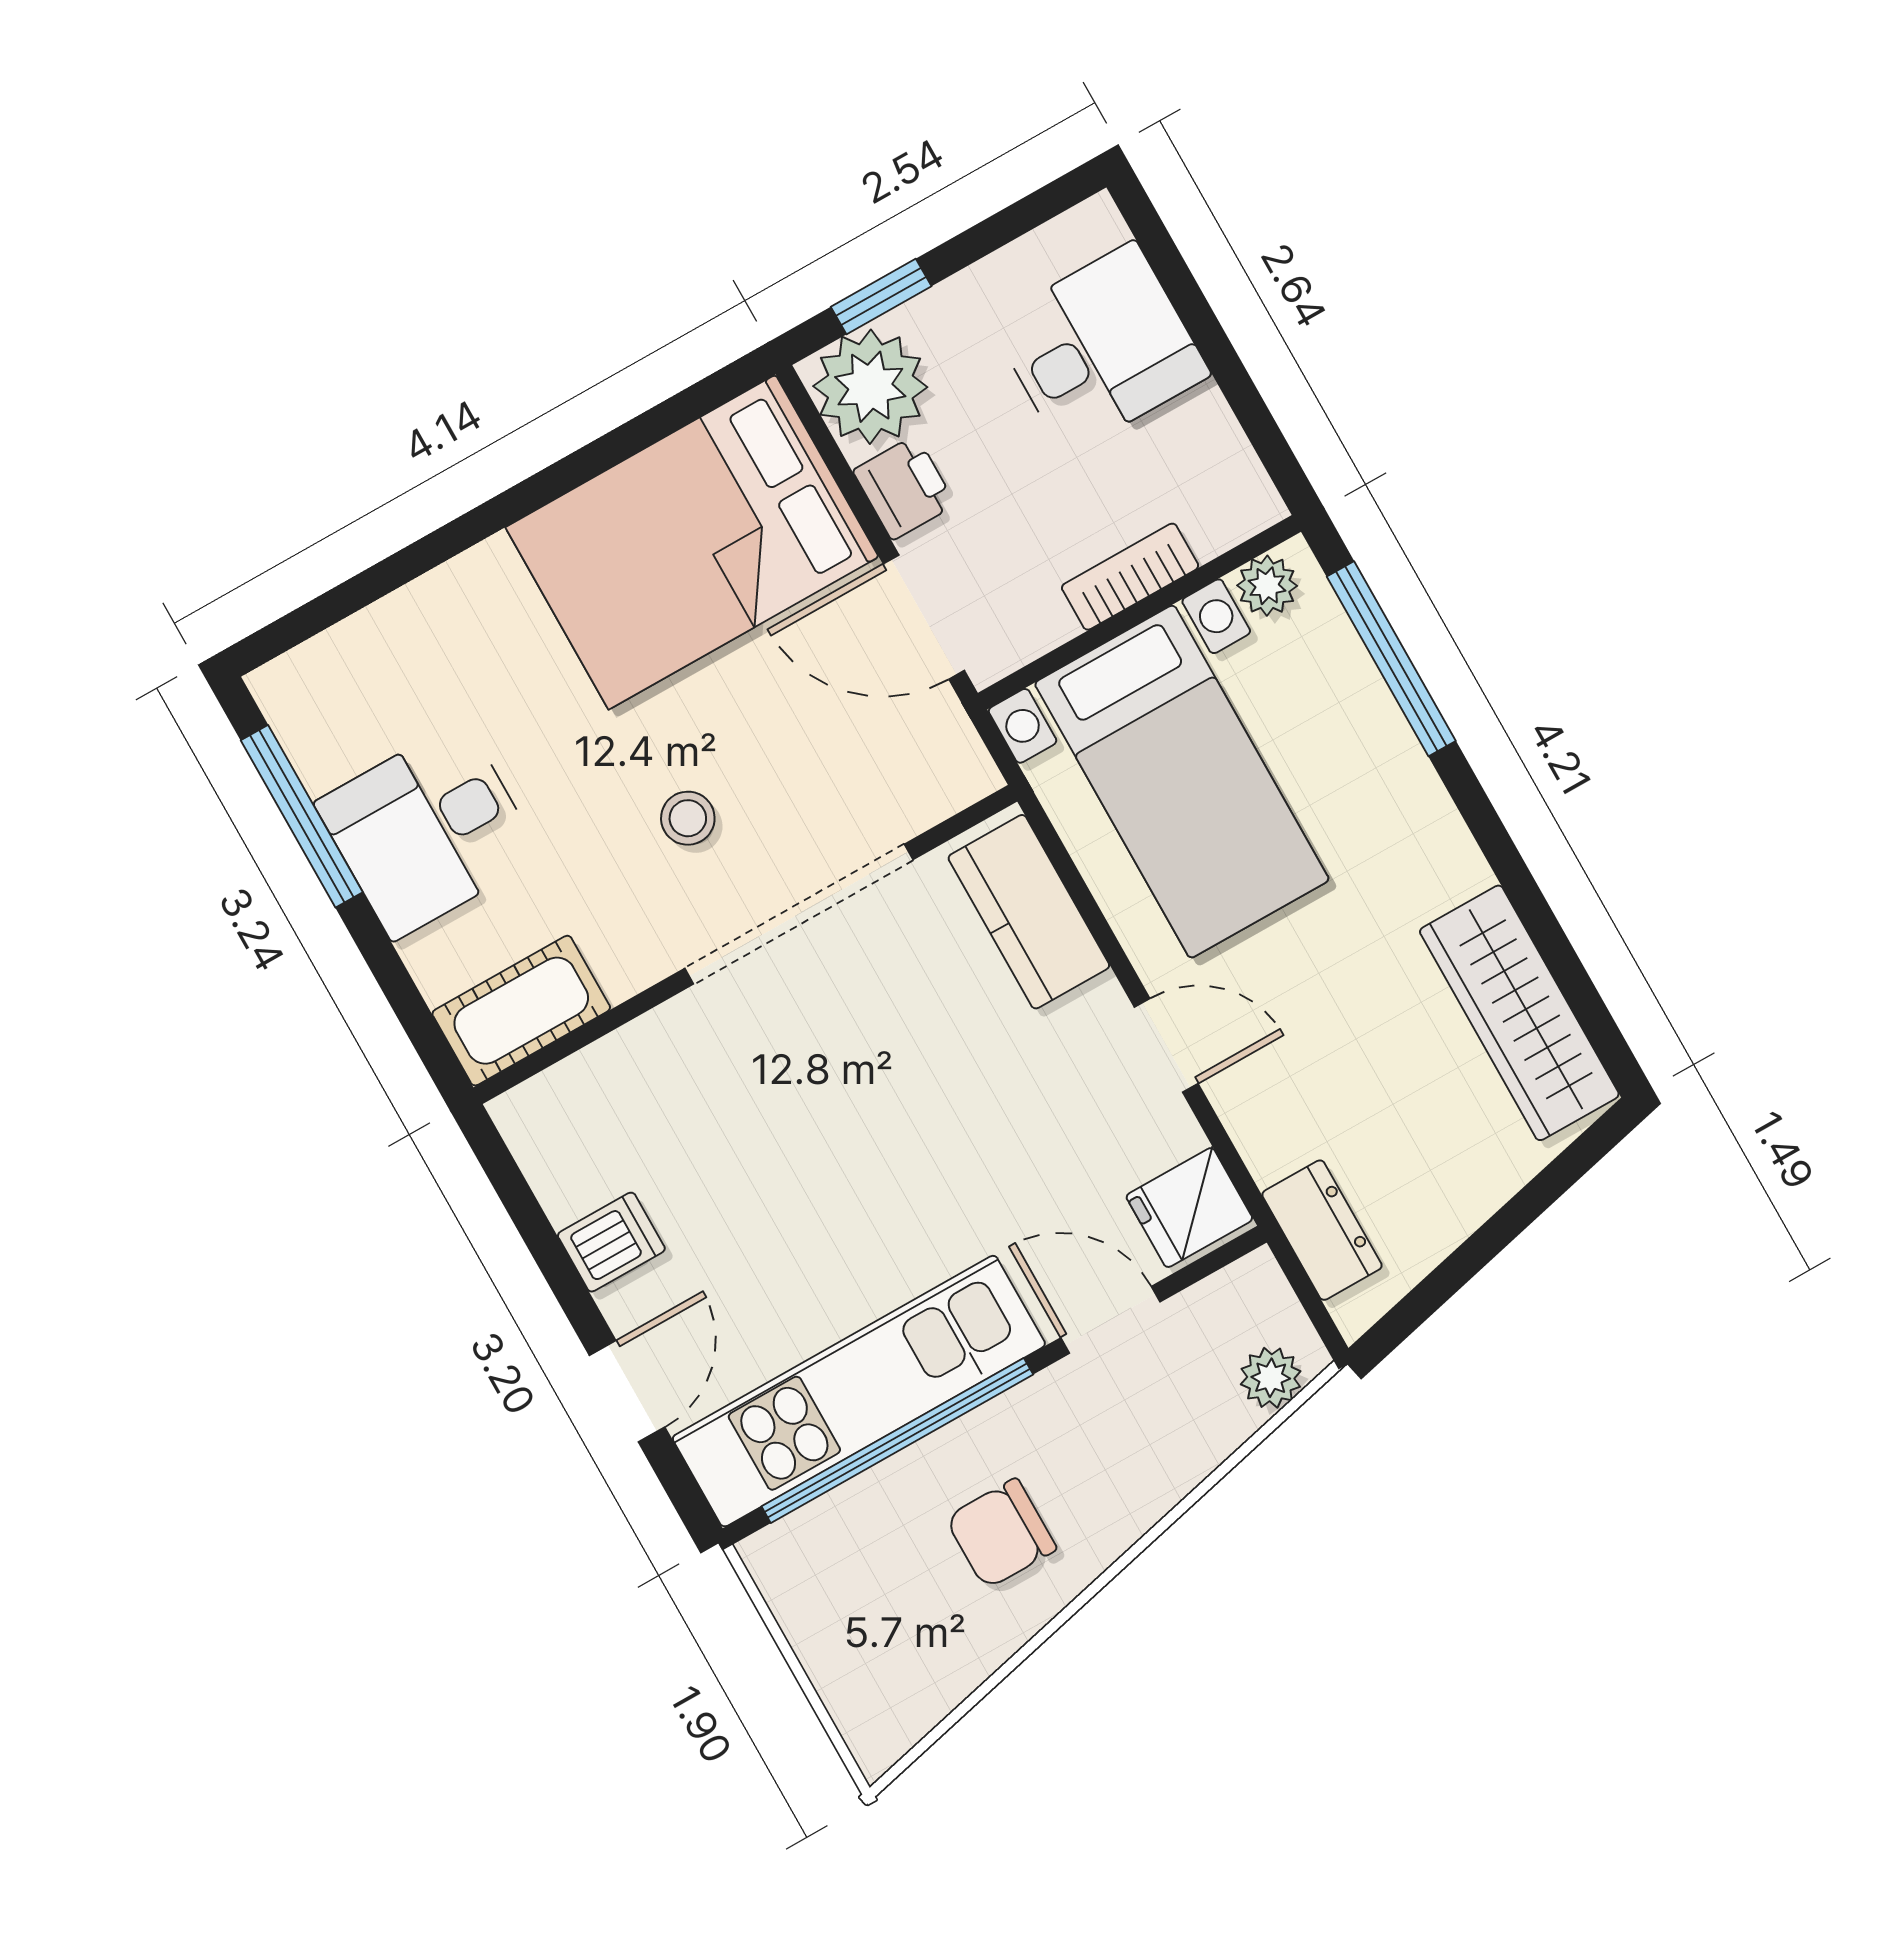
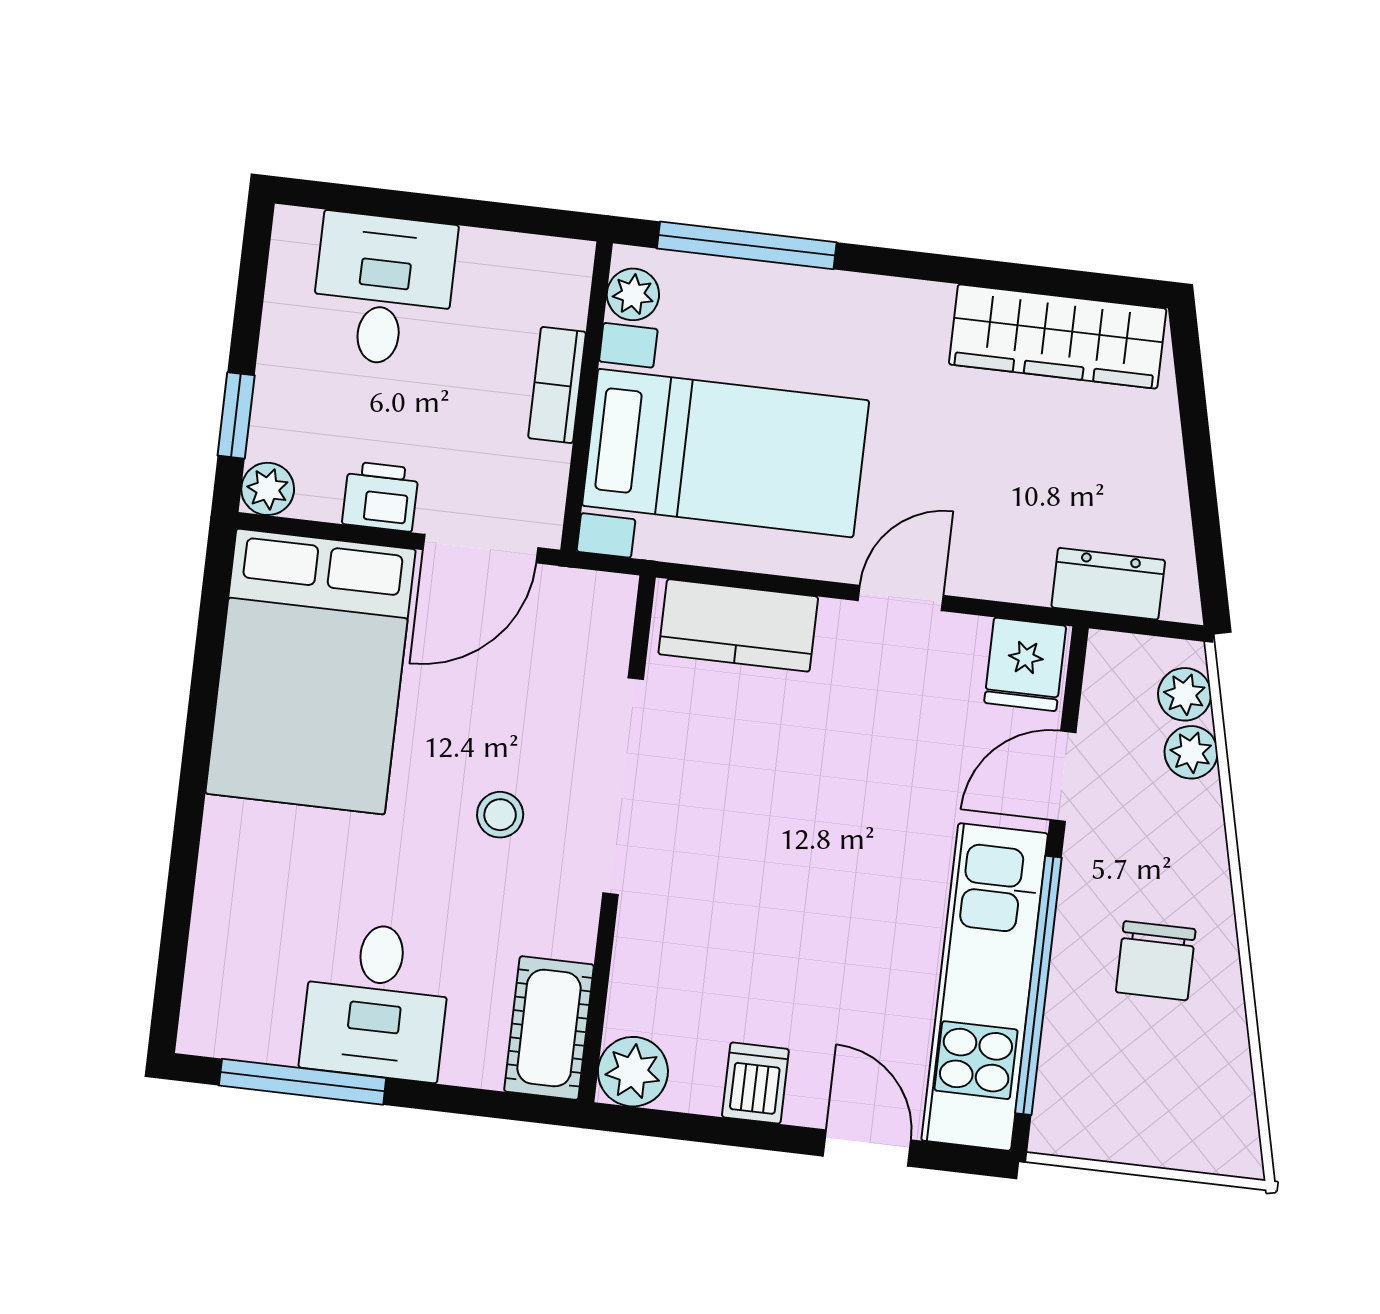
plant: (870, 387) -> (268, 489), width x0.53, depth x0.53
plant: (538, 1119) -> (633, 1072), added
plant: (1221, 1424) -> (1191, 752), added

